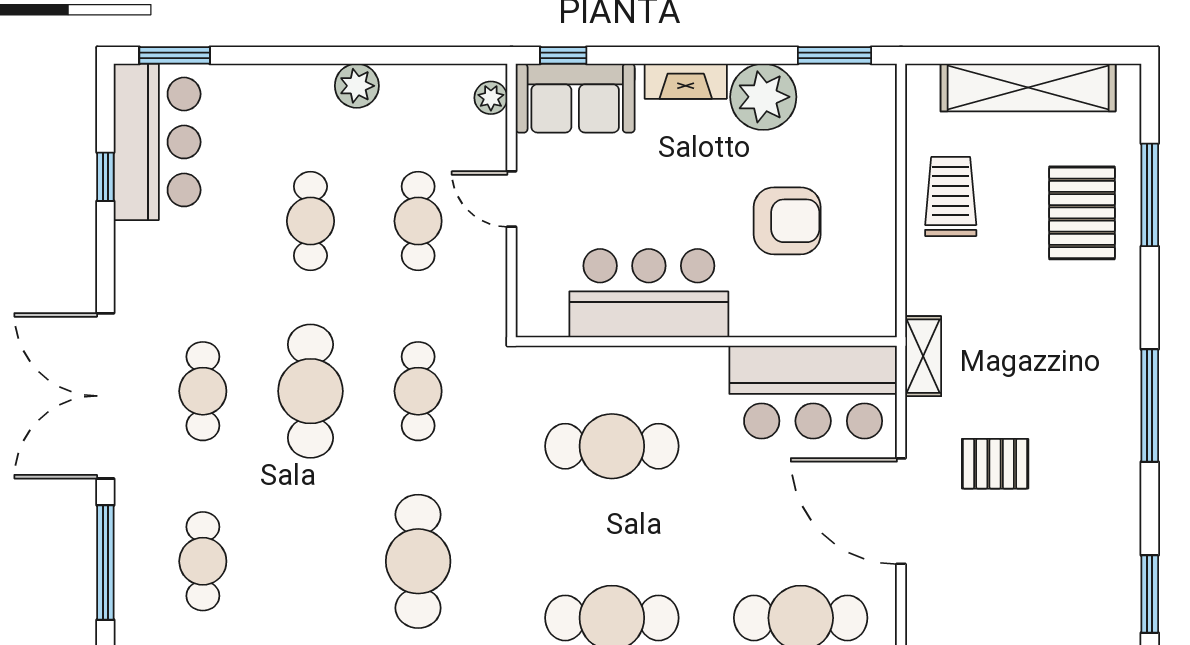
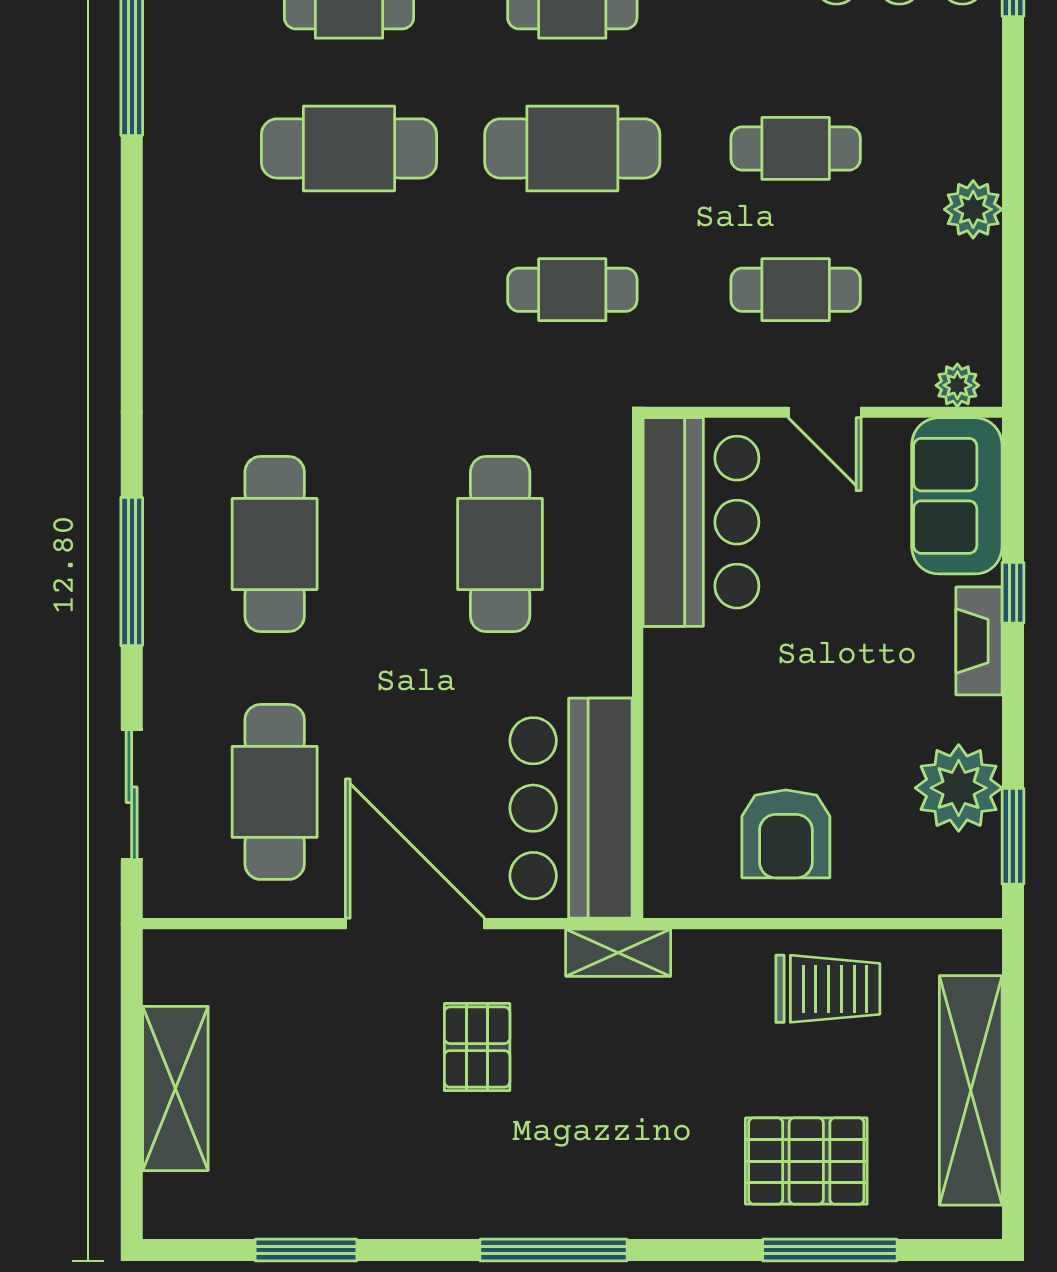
window: (563, 55) -> (1013, 593), moved
plant: (763, 97) -> (959, 788), moved
door: (511, 199) -> (825, 412), swing flipped
armchair: (787, 221) -> (786, 834), moved
bar counter: (649, 293) -> (701, 522), moved
door: (901, 511) -> (415, 924), hinge flipped
cafe table: (418, 561) -> (349, 148), moved

